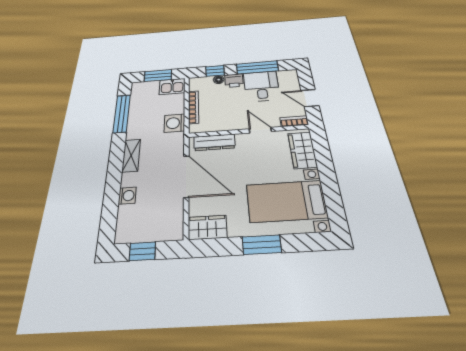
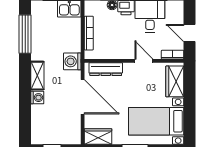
washing machine: (175, 123) -> (72, 61), moved
washing machine: (127, 196) -> (37, 98), moved

